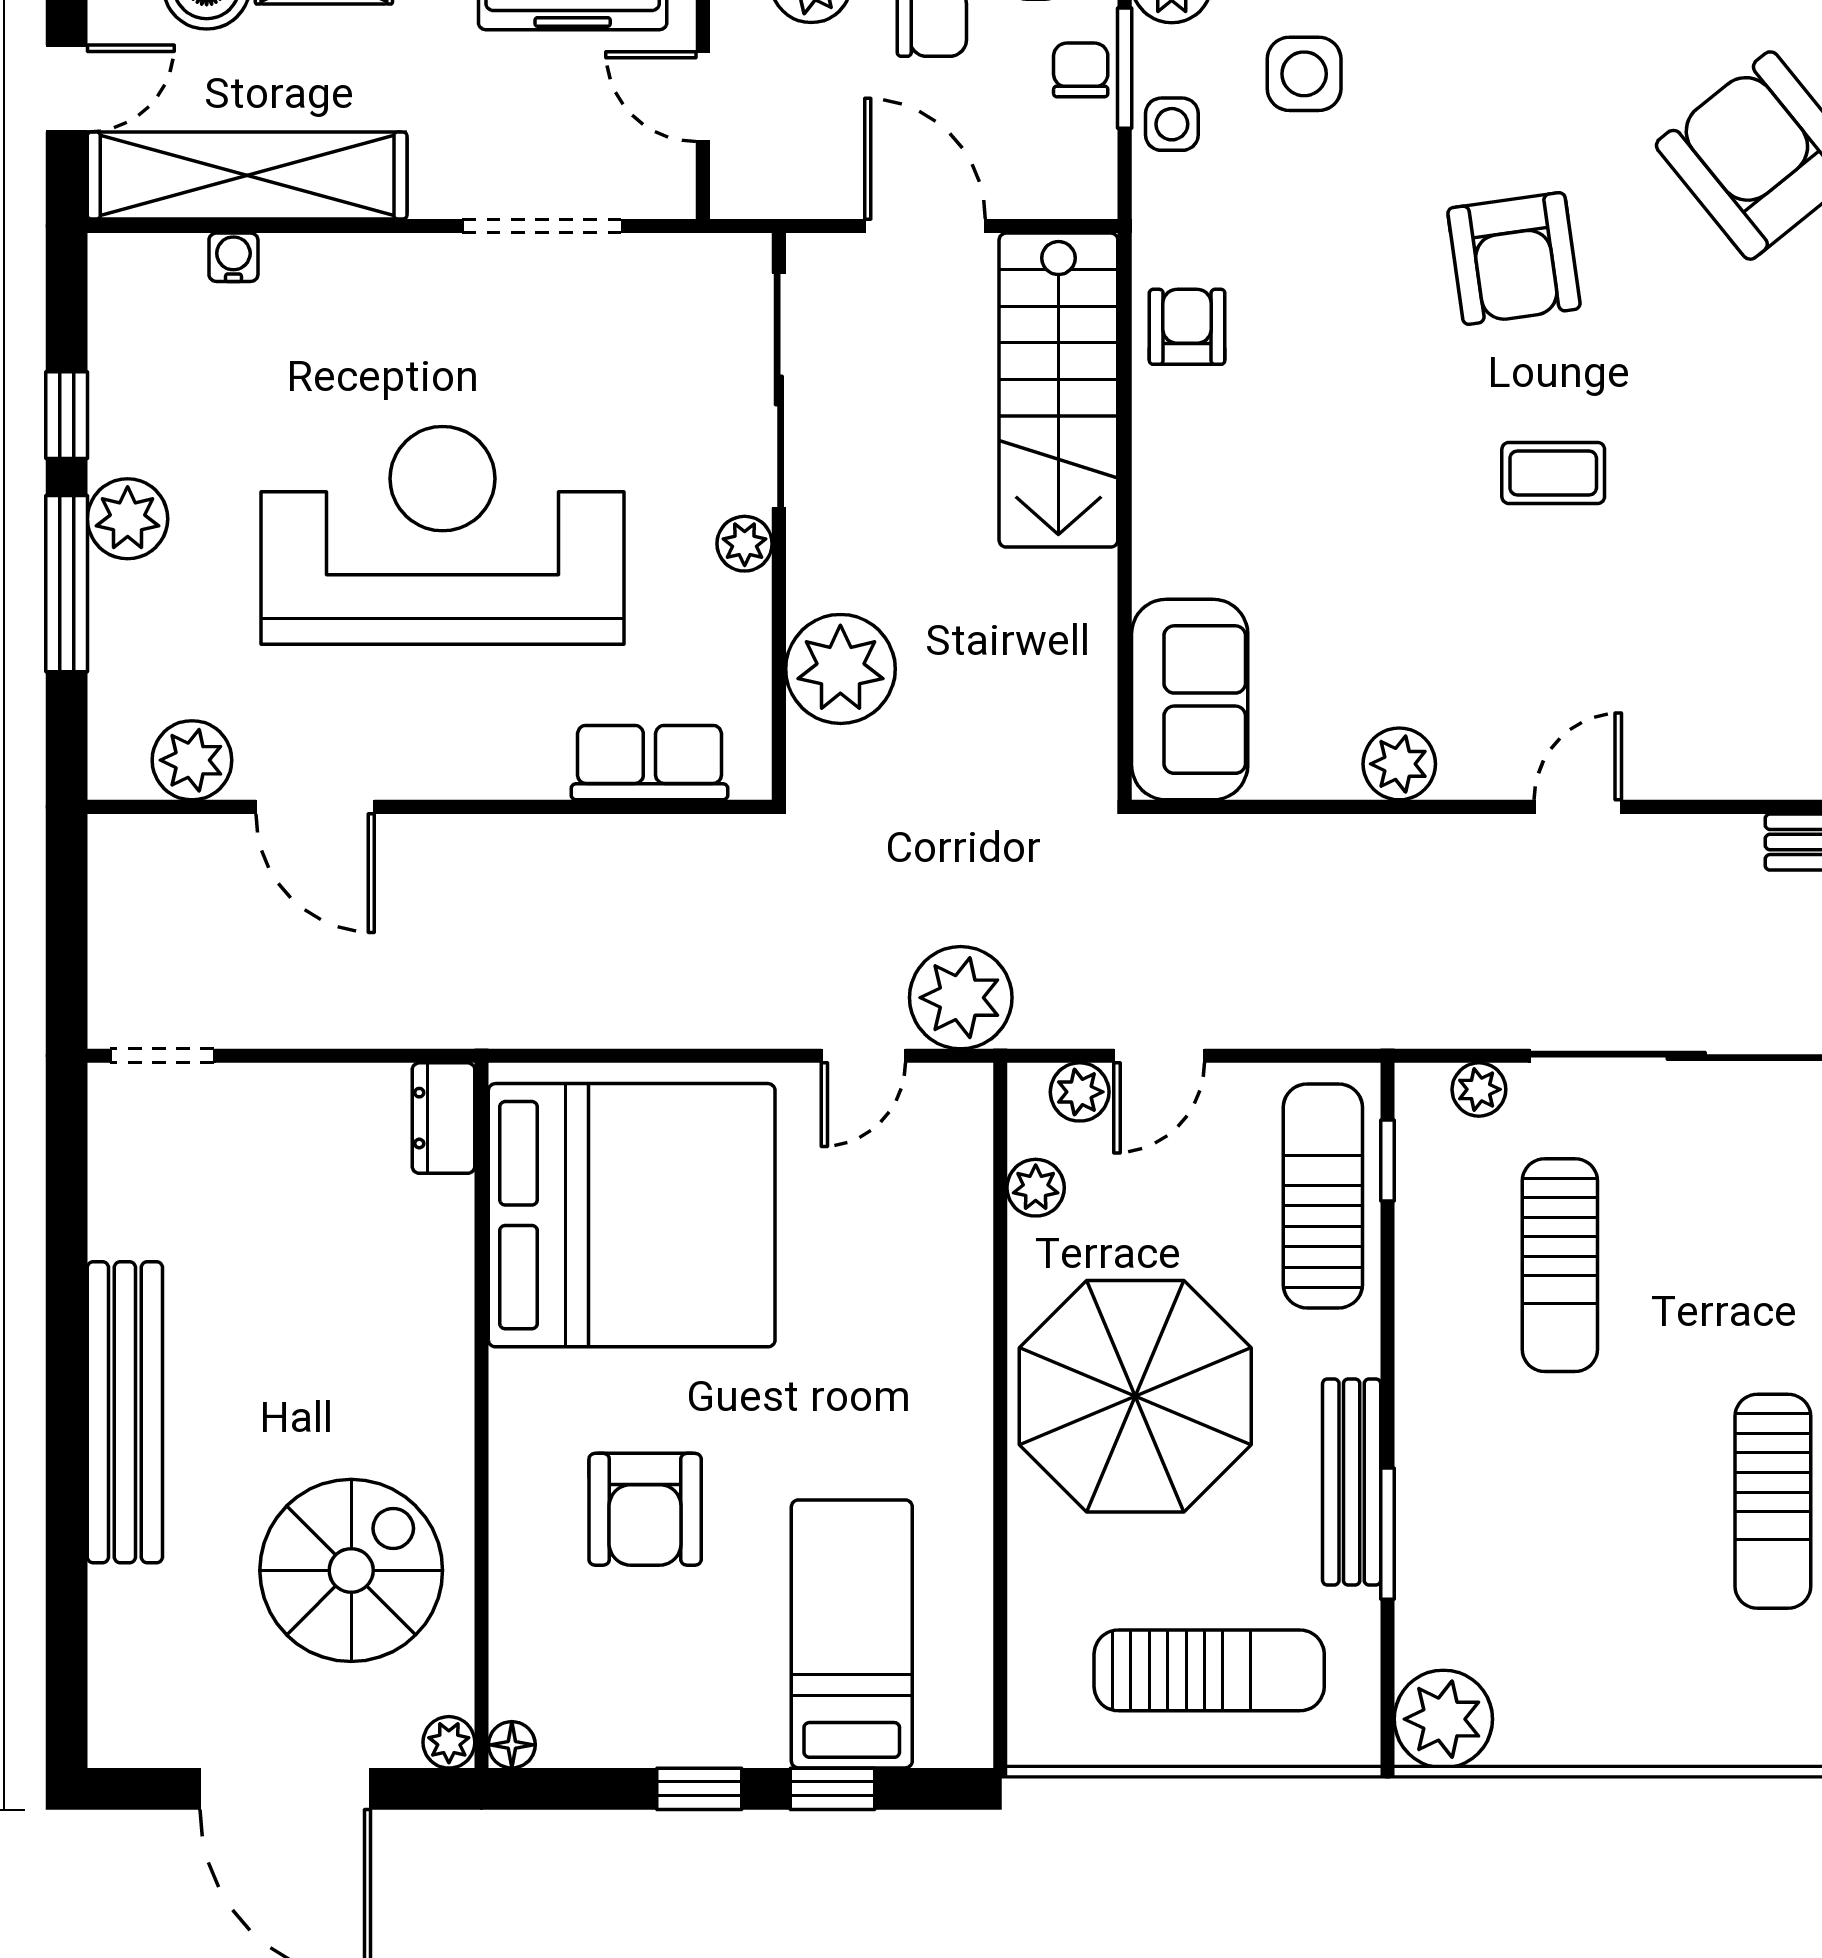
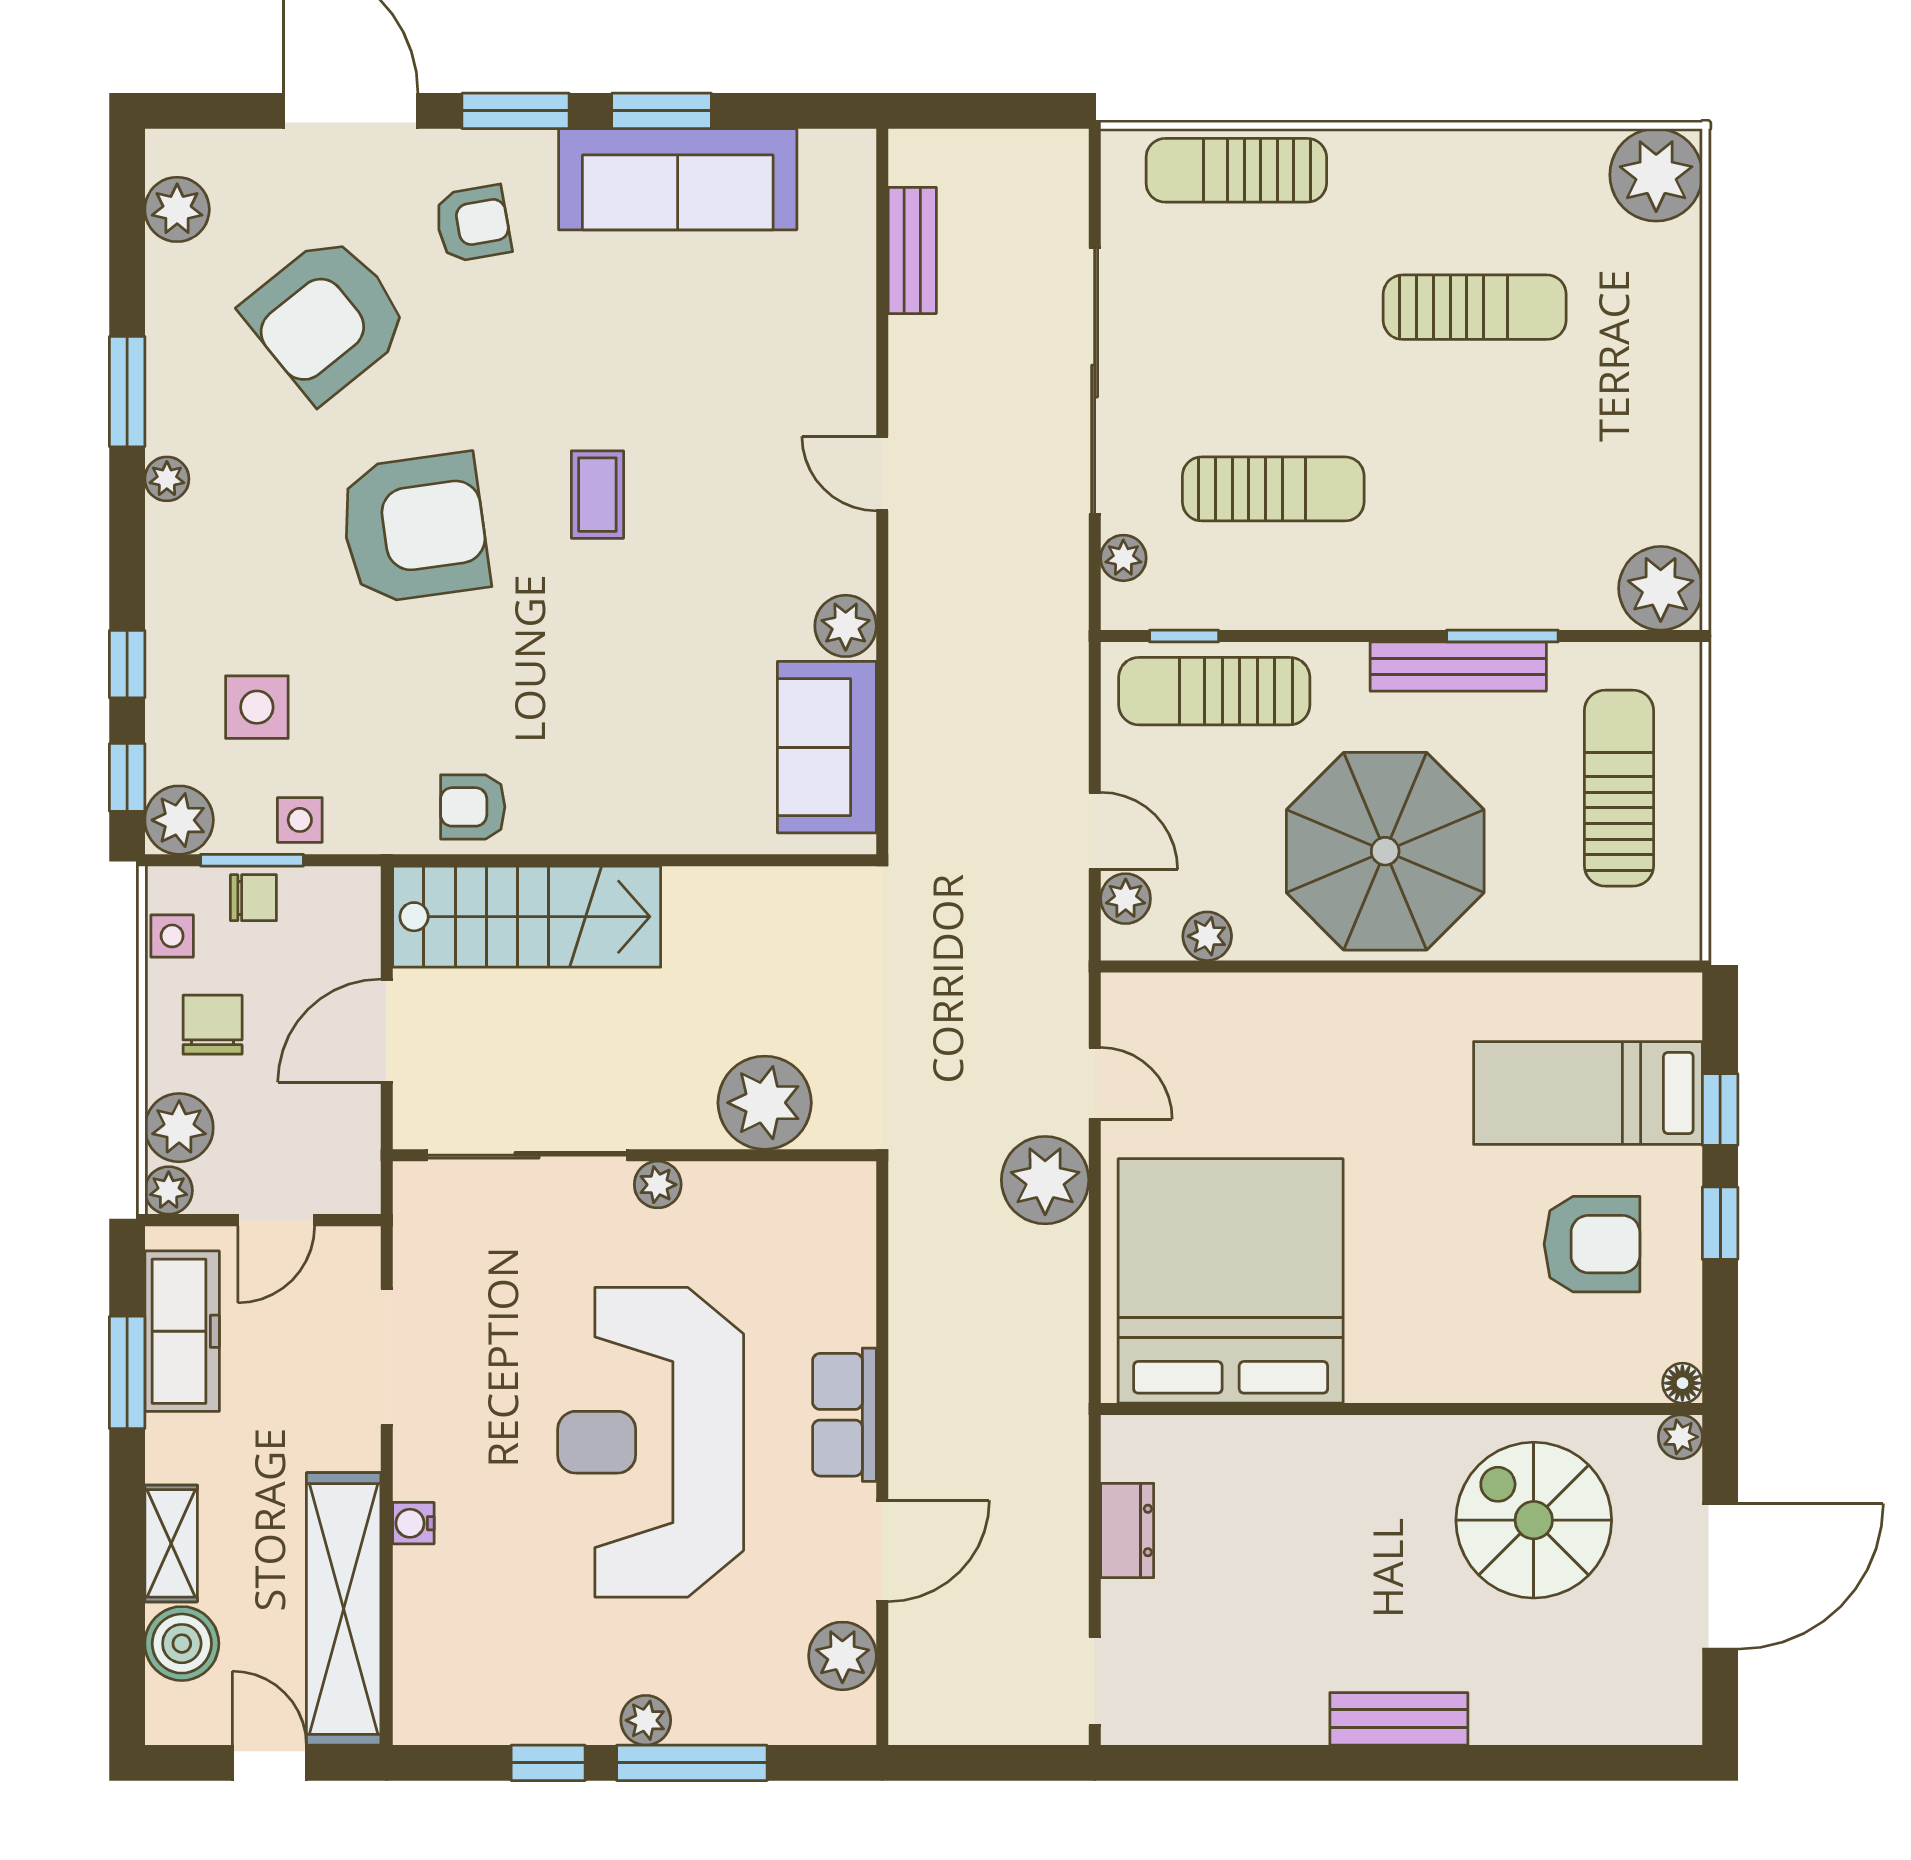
chair: (1081, 70) -> (253, 898), turned 180
water cooler: (233, 257) -> (413, 1523), moved
armchair: (1514, 258) -> (414, 528), width x1.36, depth x1.36
plant: (128, 519) -> (646, 1720), width x0.73, depth x0.73
sofa: (1190, 700) -> (827, 747), moved, turned -90
row of seats: (649, 763) -> (845, 1415), moved
plant: (961, 998) -> (1045, 1180), moved
dresser: (444, 1118) -> (1127, 1530), moved, turned -90
bench: (125, 1412) -> (1399, 1719), width x0.54, depth x0.82
armchair: (645, 1509) -> (1592, 1244), moved

